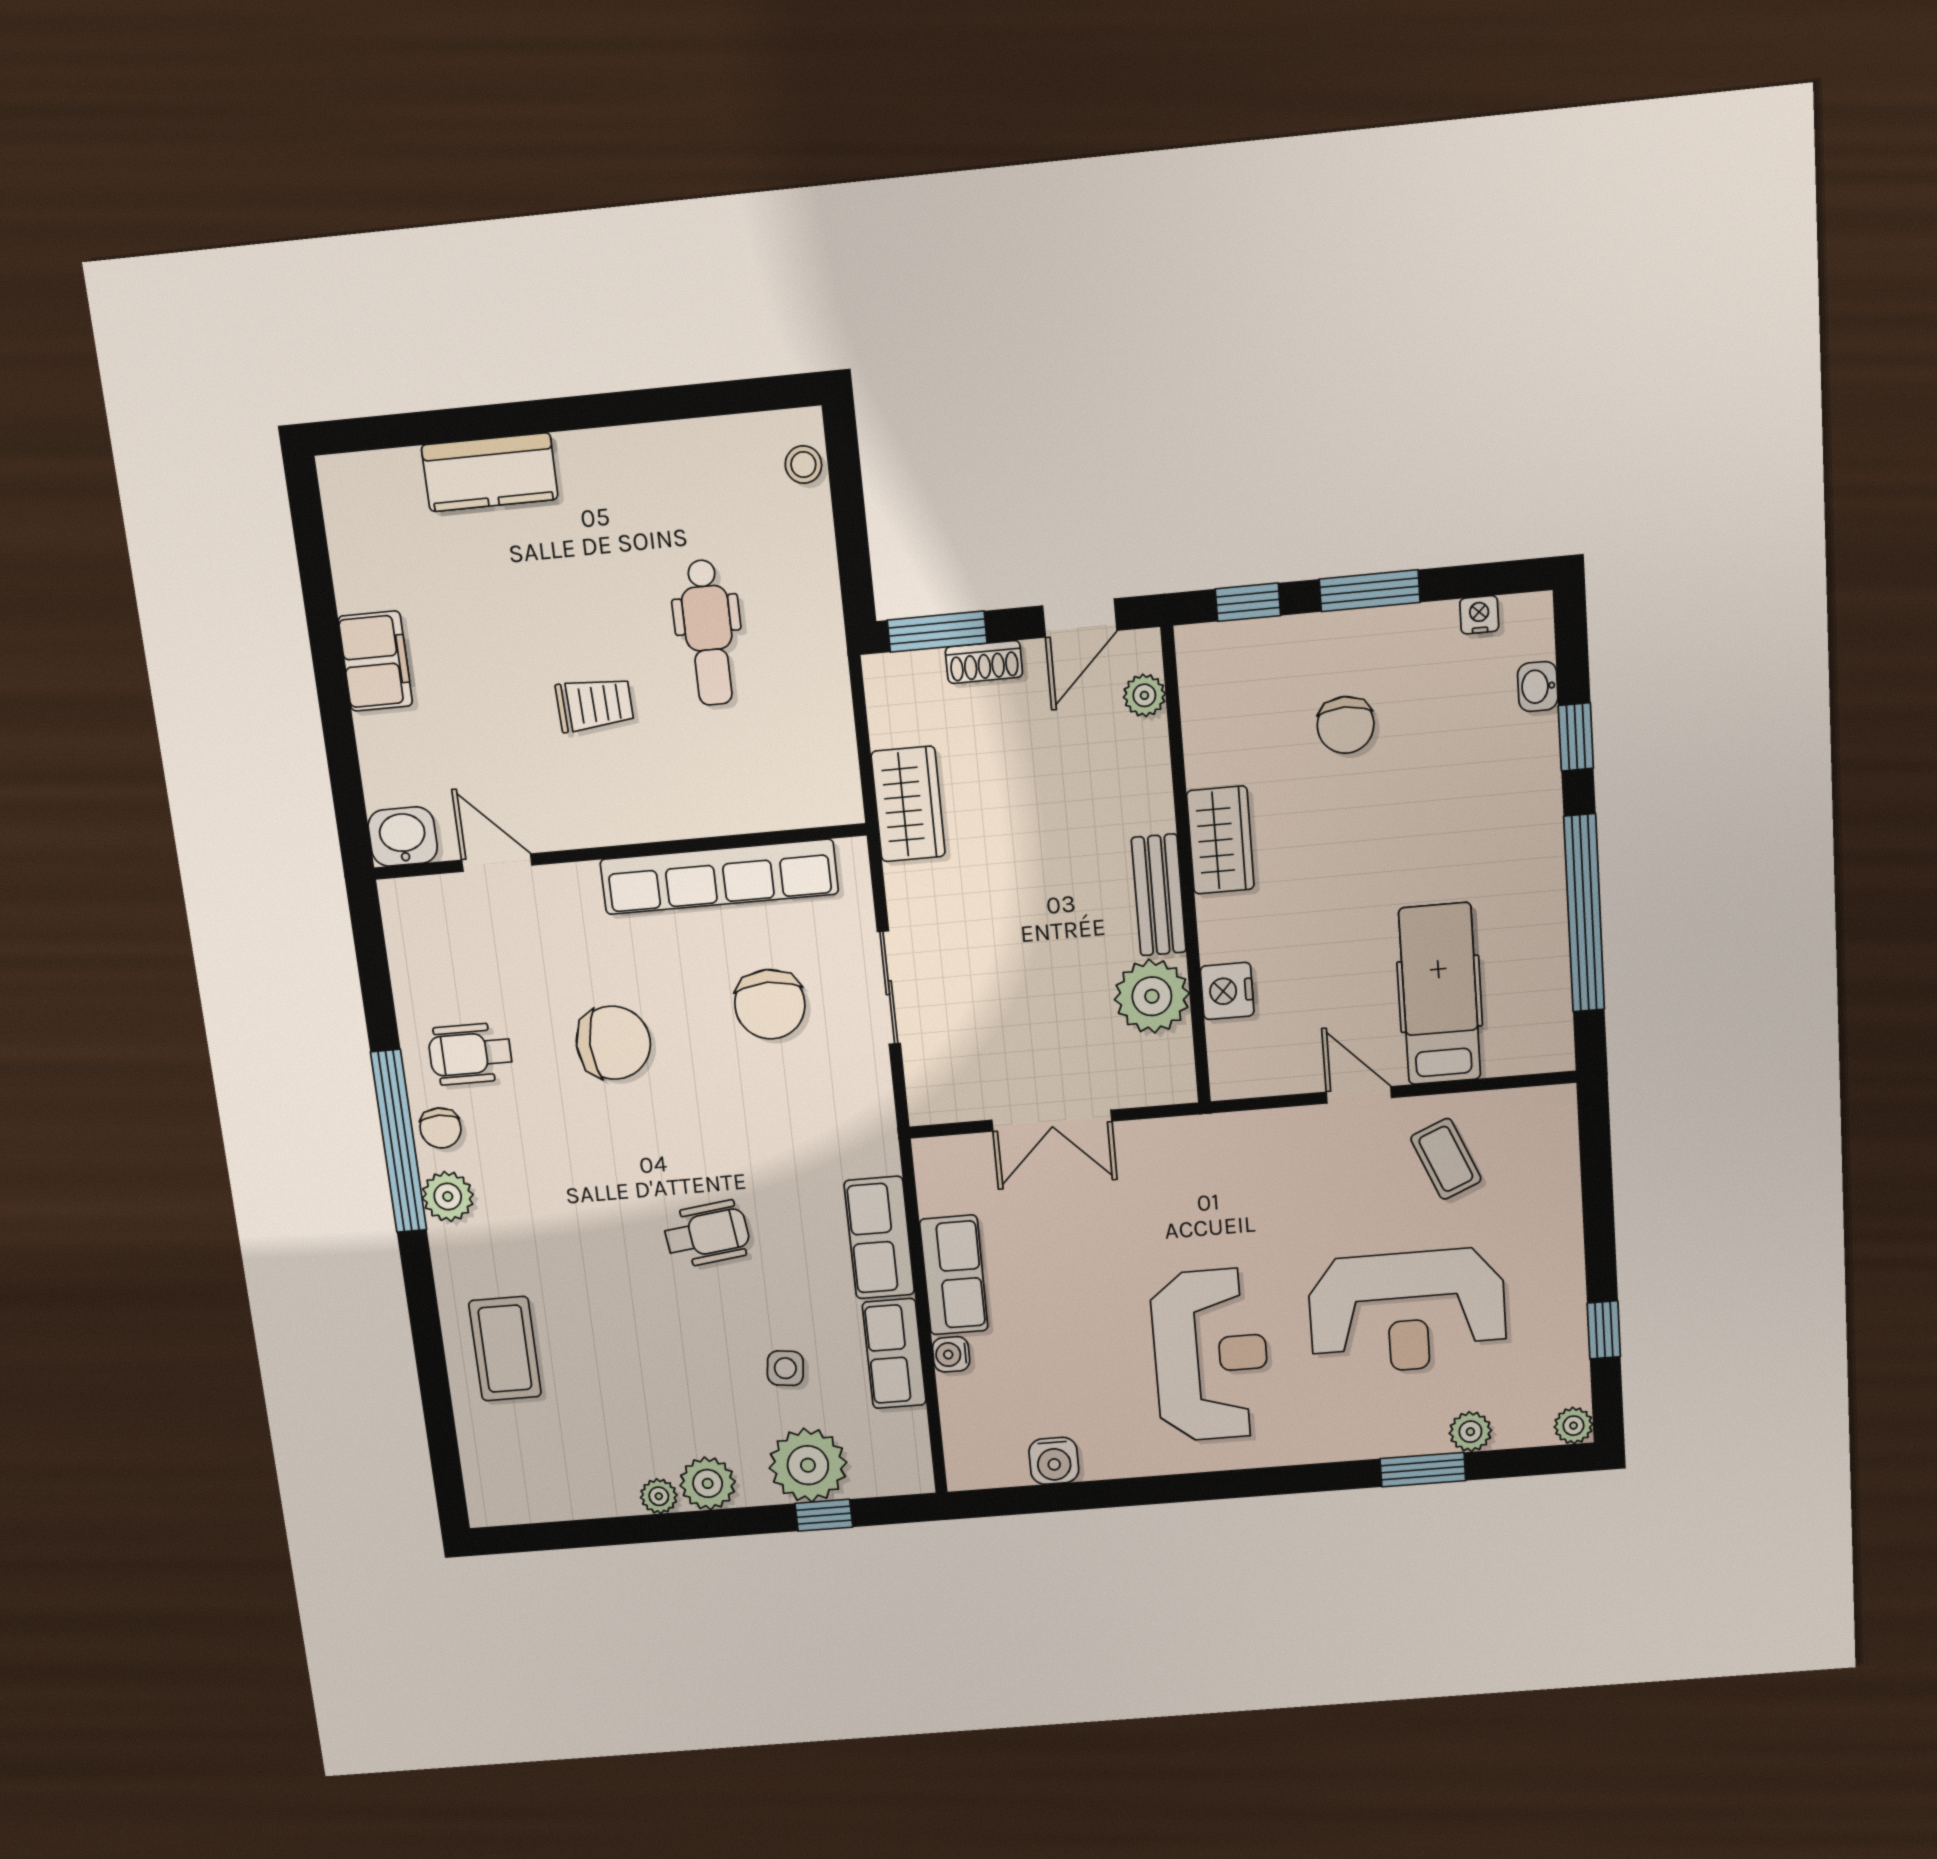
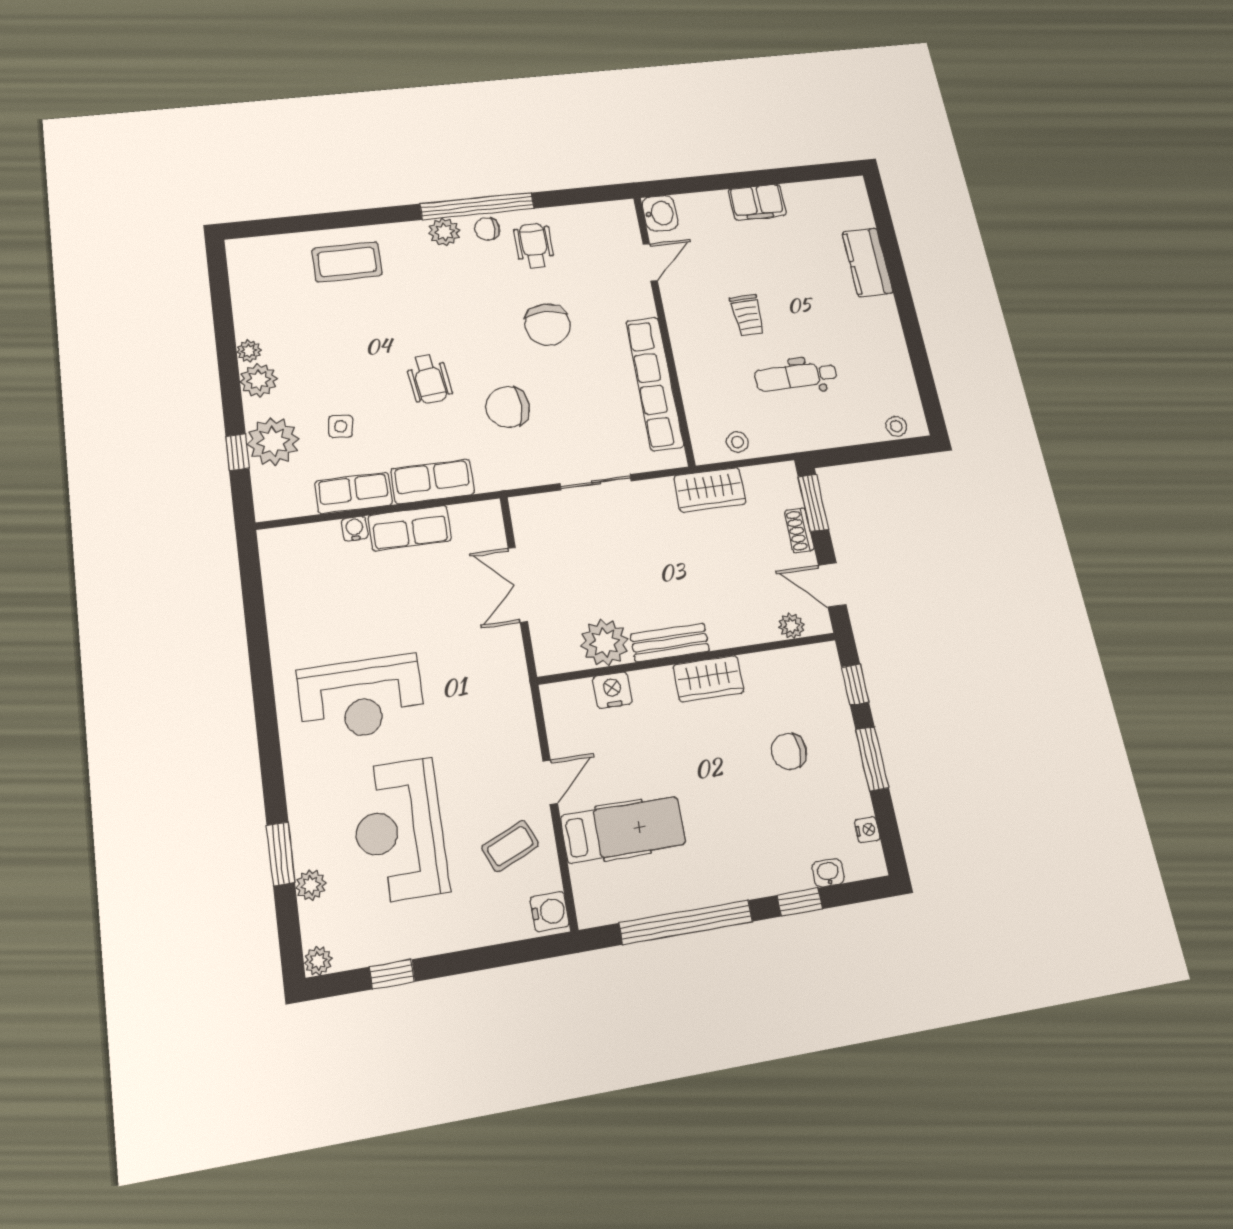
stool: (826, 748) -> (737, 442), added
chair: (770, 1004) -> (508, 407), moved
water cooler: (1054, 1461) -> (550, 912), moved, turned 180

